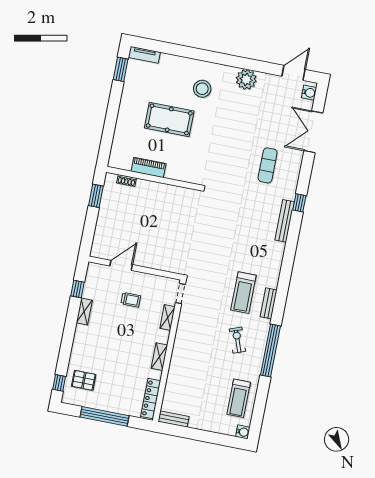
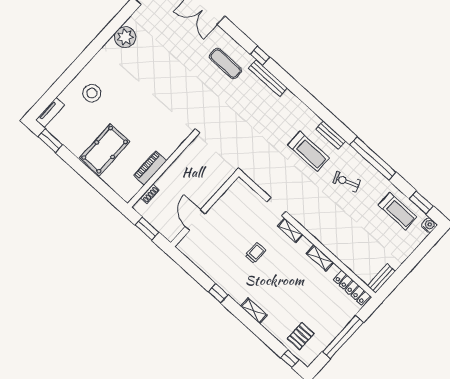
stool: (202, 89) -> (92, 93), moved
pool table: (169, 119) -> (105, 150), moved
exercise mat: (268, 165) -> (225, 64), moved
door: (121, 265) -> (195, 220), moved
wall: (135, 268) -> (205, 210), moved
shelving: (84, 312) -> (254, 311), moved
window: (258, 414) -> (421, 202), added

